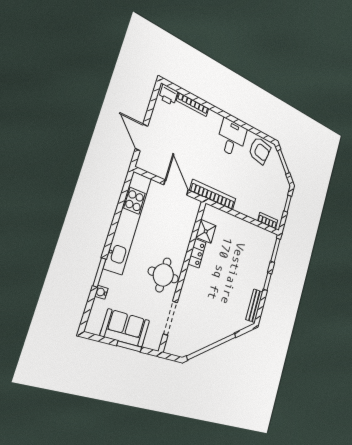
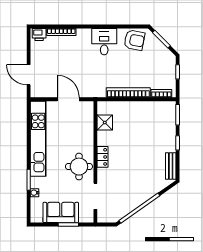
bookcase: (213, 195) -> (128, 92), moved
locker: (197, 253) -> (102, 157), moved

